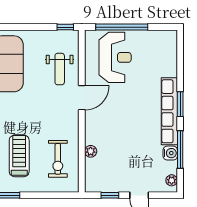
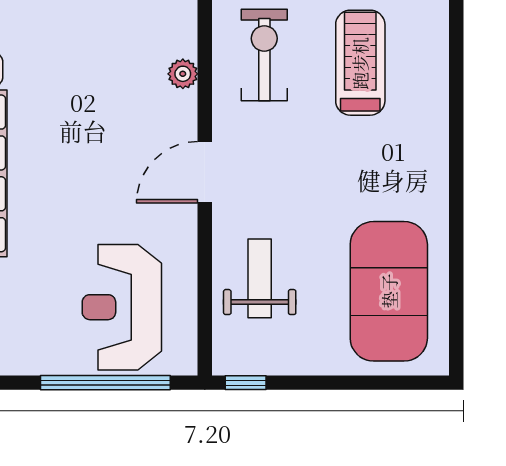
door: (82, 98) -> (205, 172), moved
treadmill: (19, 156) -> (360, 63), turned 180

